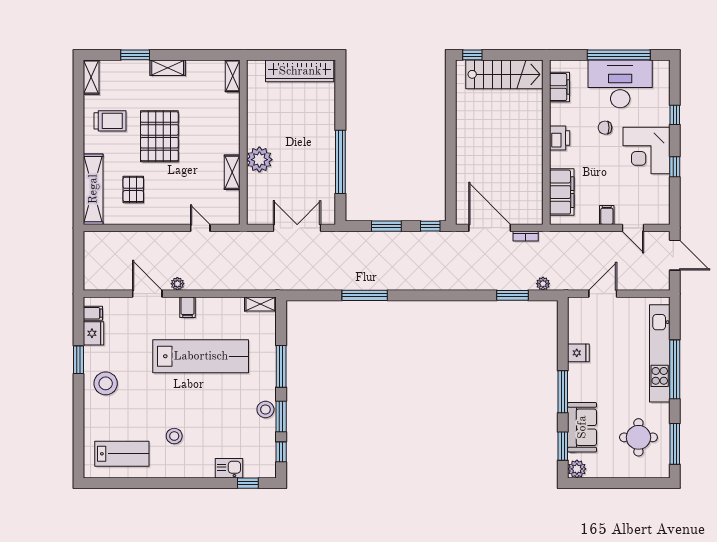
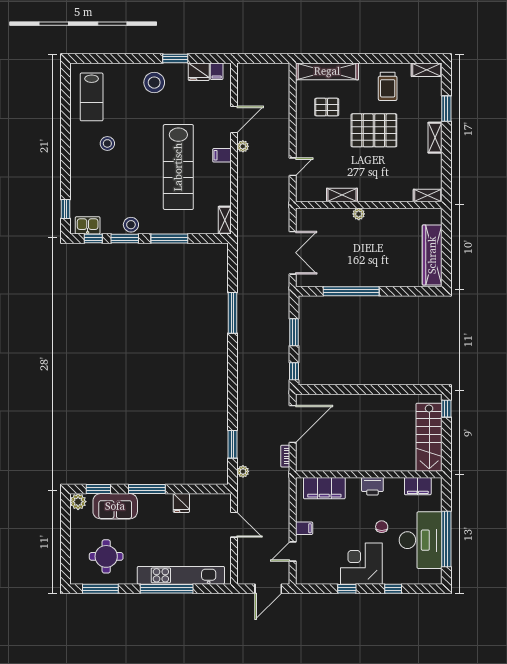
plant: (259, 160) -> (359, 214), width x0.53, depth x0.53
kitchen sink: (229, 468) -> (88, 225), moved, turned -90

